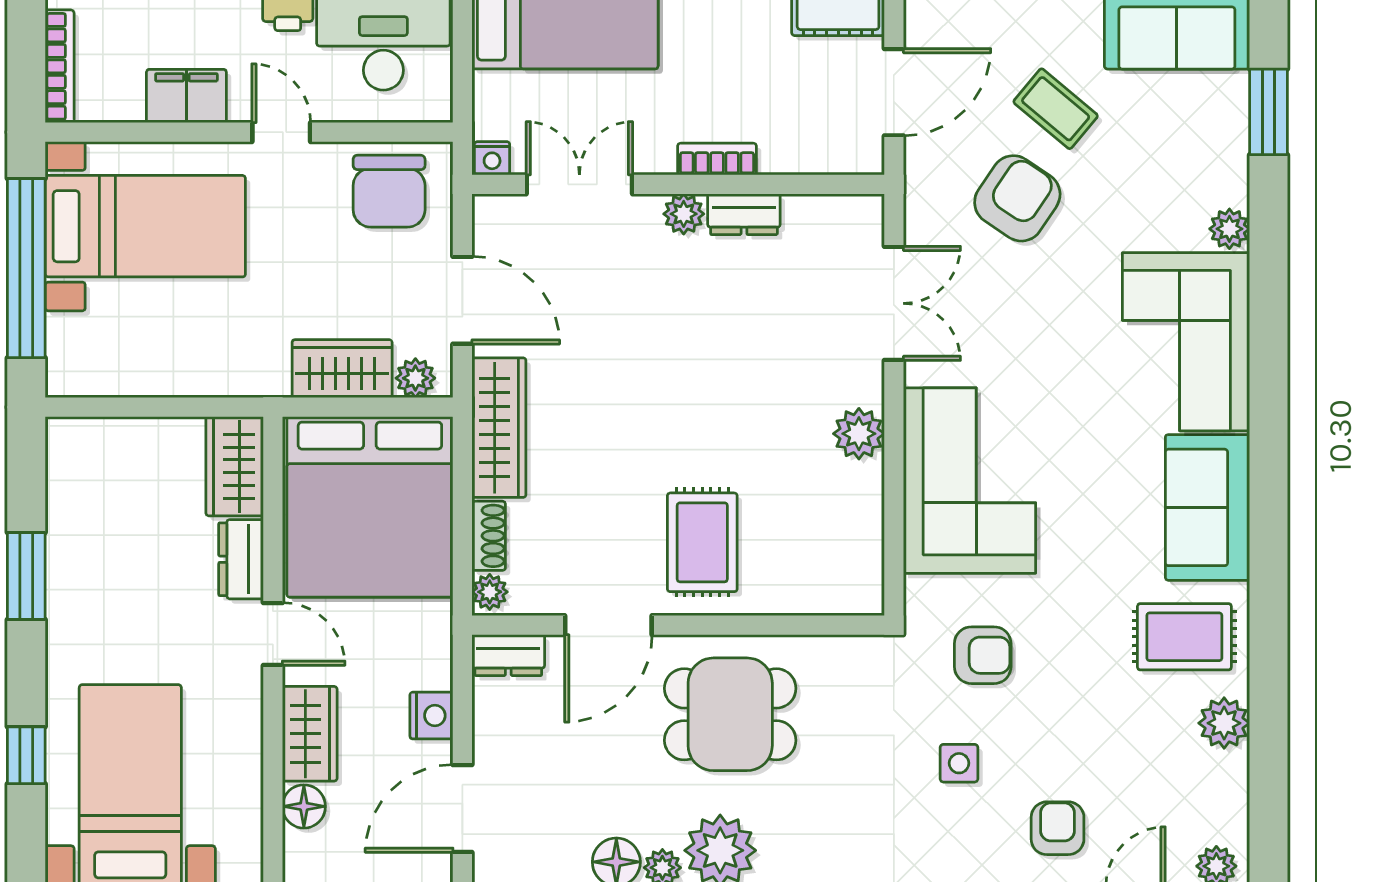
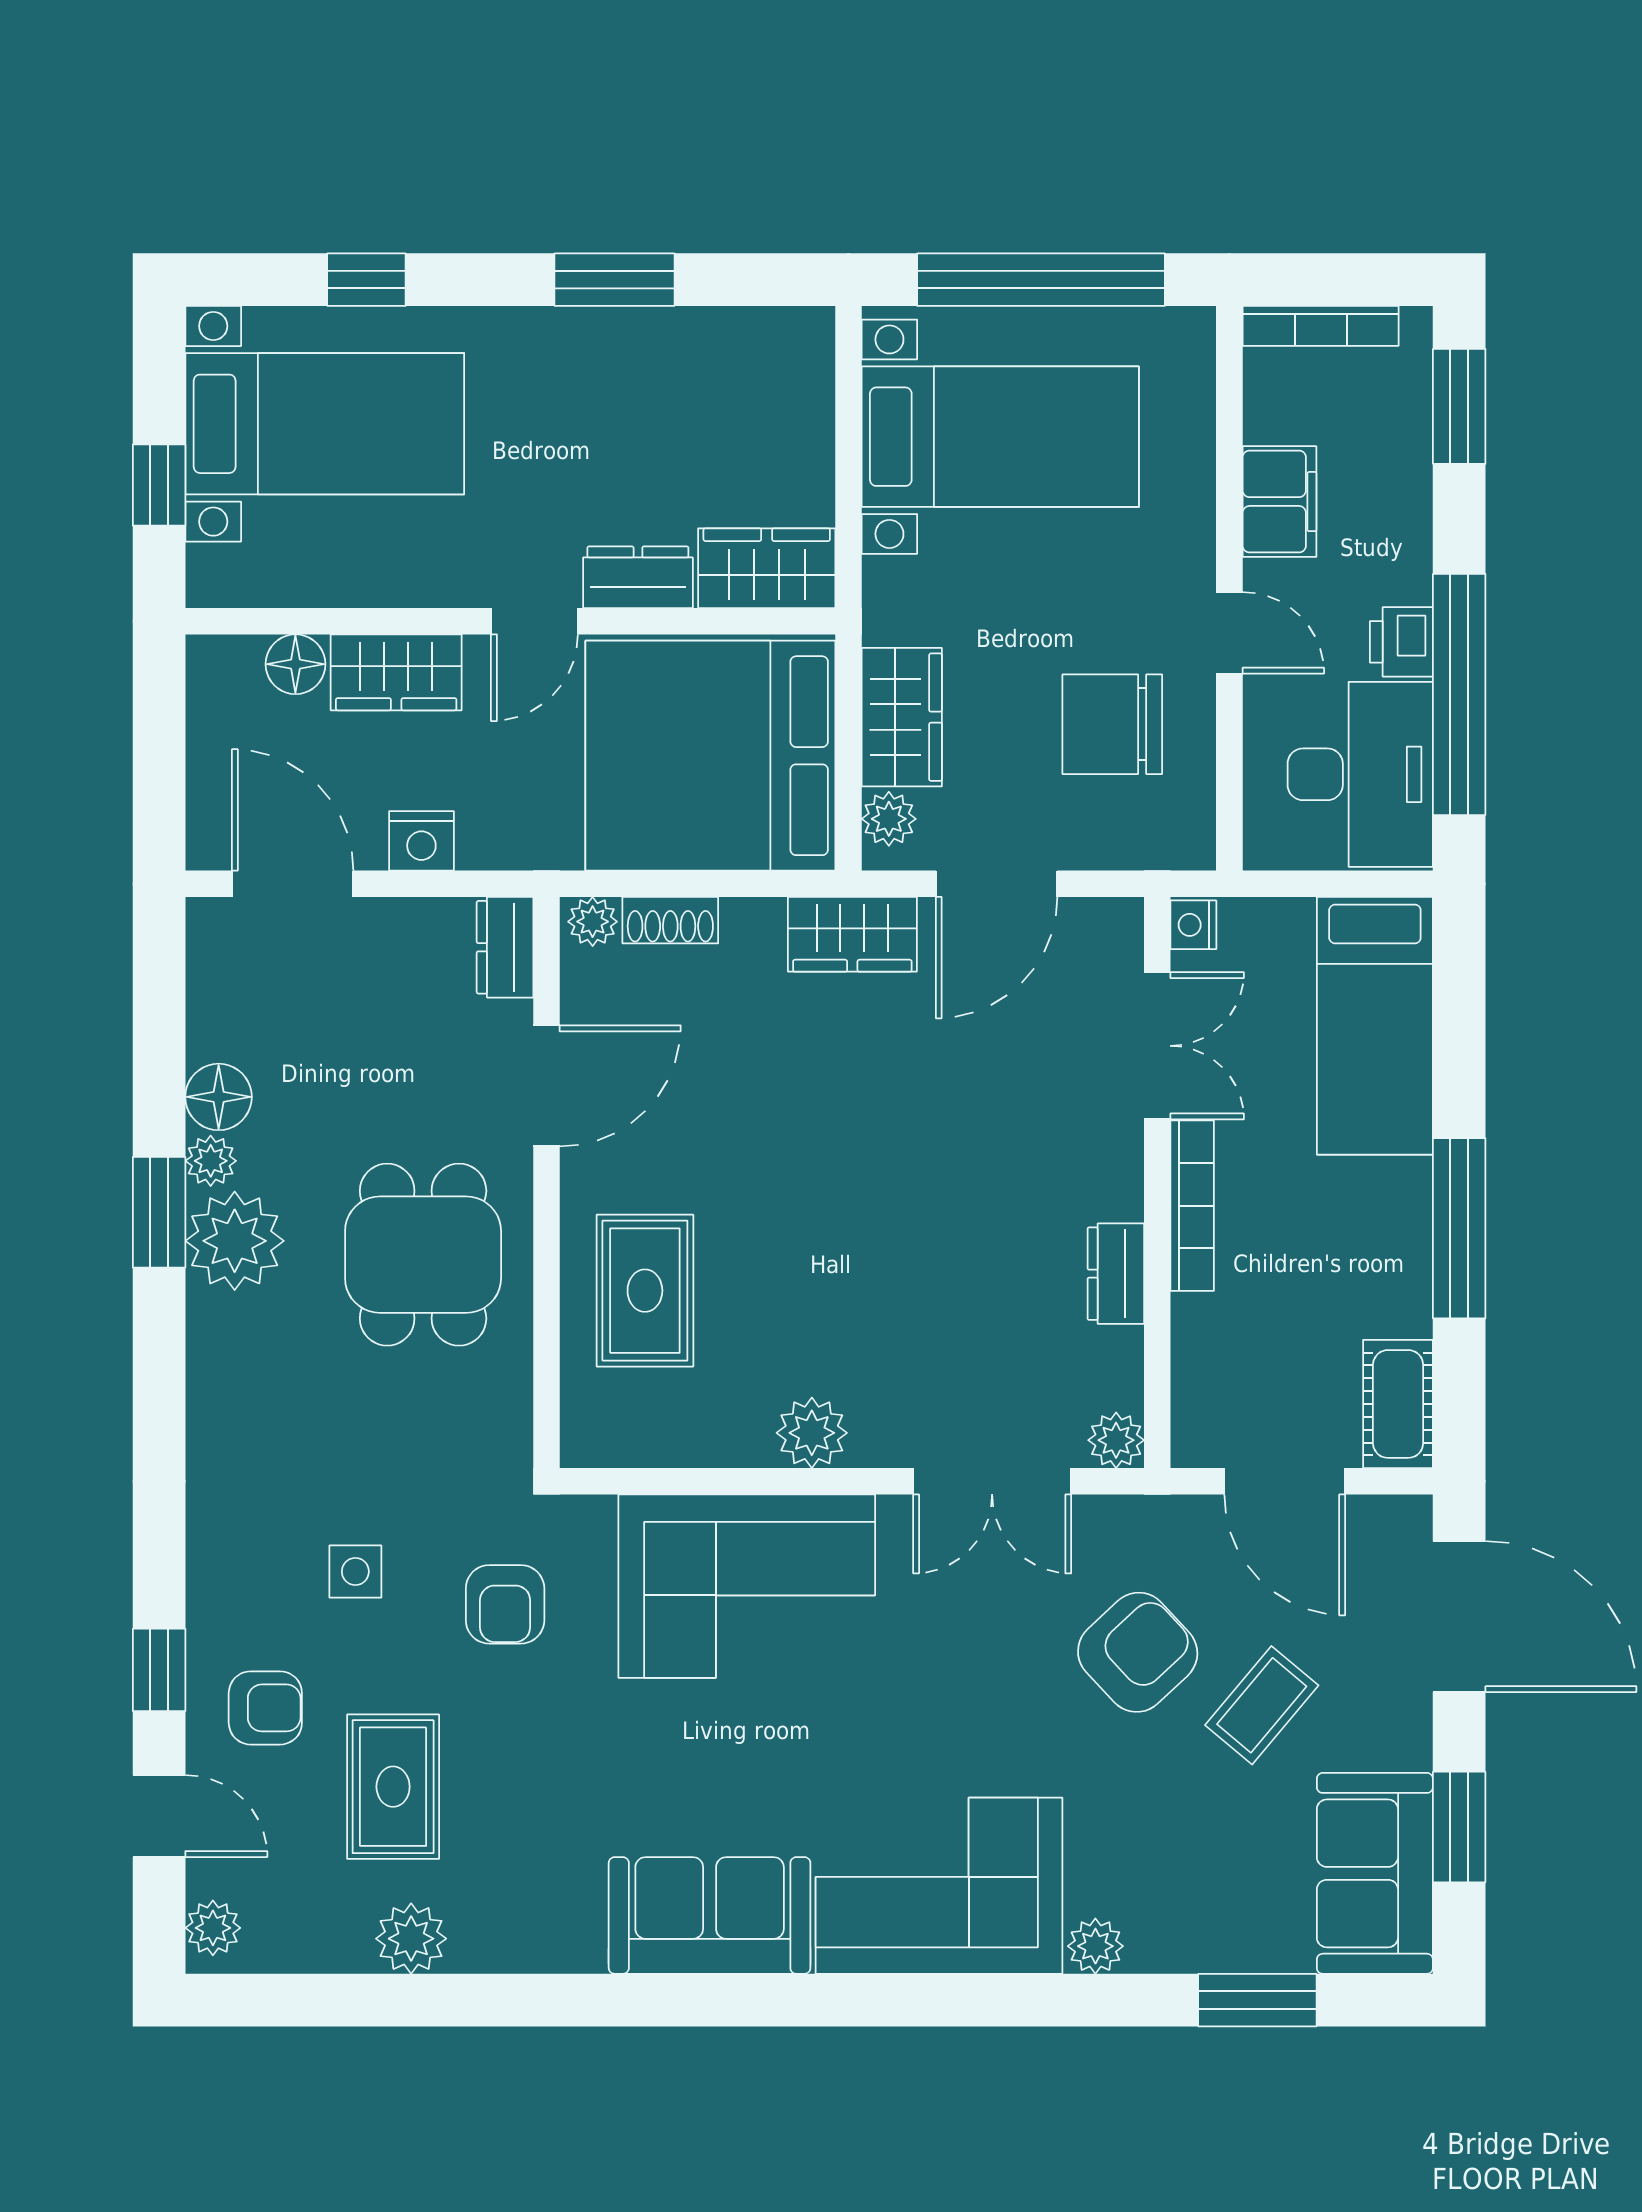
door: (281, 132) -> (1229, 633), hinge flipped
bookcase: (717, 159) -> (1192, 1206), width x1.56
chair: (389, 191) -> (1112, 724), moved
armchair: (1017, 198) -> (1138, 1652), turned -77
plant: (684, 214) -> (1116, 1440), moved
bed with nightstands: (145, 226) -> (1000, 437), moved, turned -90
wardrobe: (499, 428) -> (852, 934), width x0.67
rug: (702, 542) -> (645, 1291), moved, turned 90
door: (608, 625) -> (546, 1086), swing flipped
rug: (1184, 637) -> (393, 1787), moved

